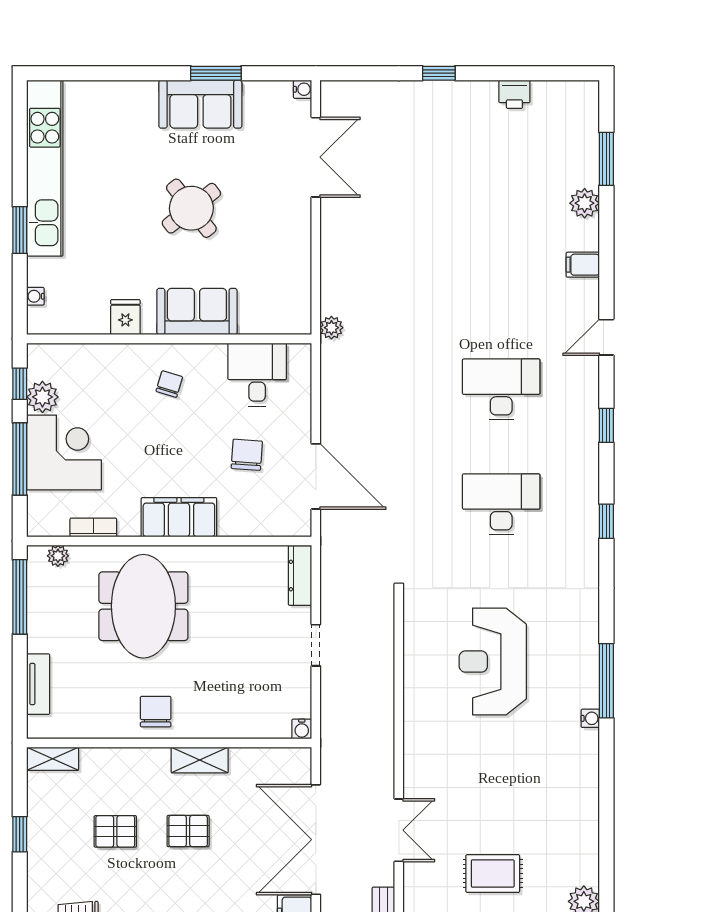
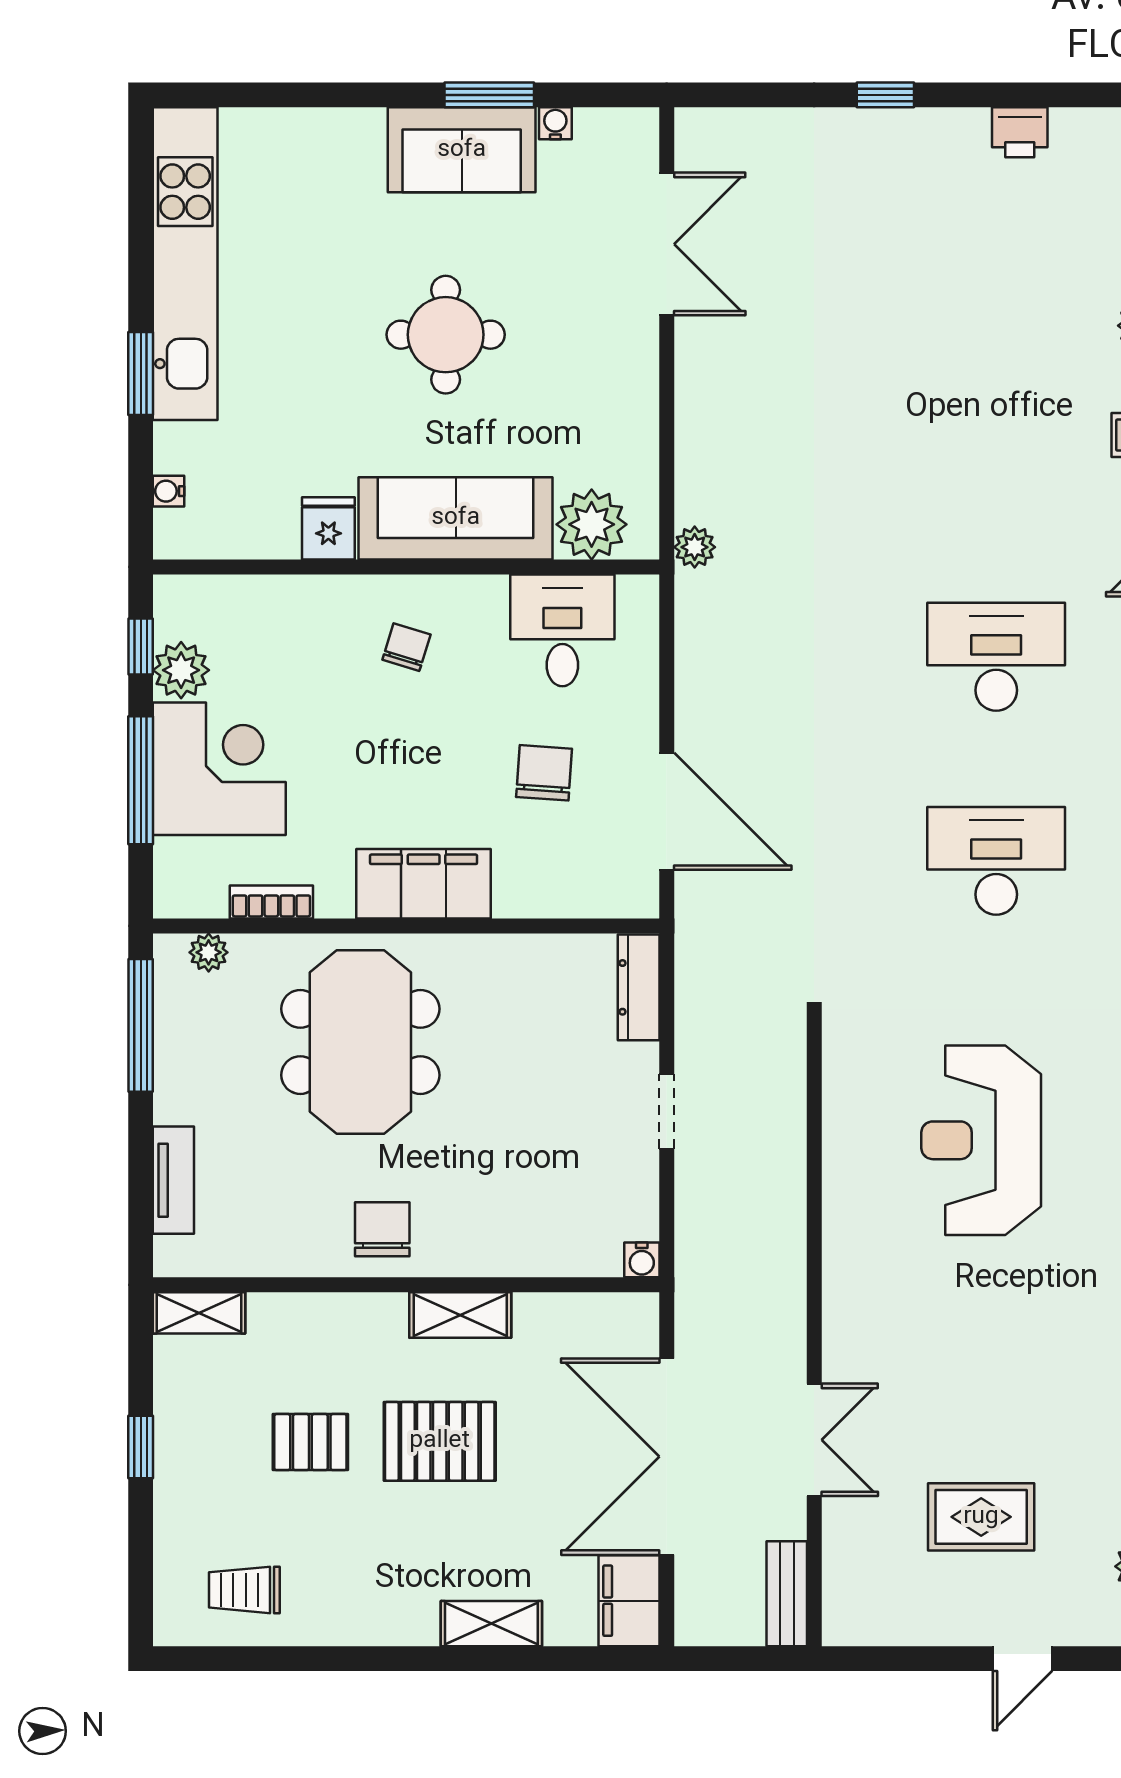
water cooler: (303, 89) -> (555, 123), moved, turned -90
round table: (191, 208) -> (446, 335), turned 38
sofa: (197, 312) -> (456, 518), width x1.36
plant: (273, 315) -> (592, 524), added
pallet: (188, 831) -> (440, 1441), width x1.50, depth x1.42

